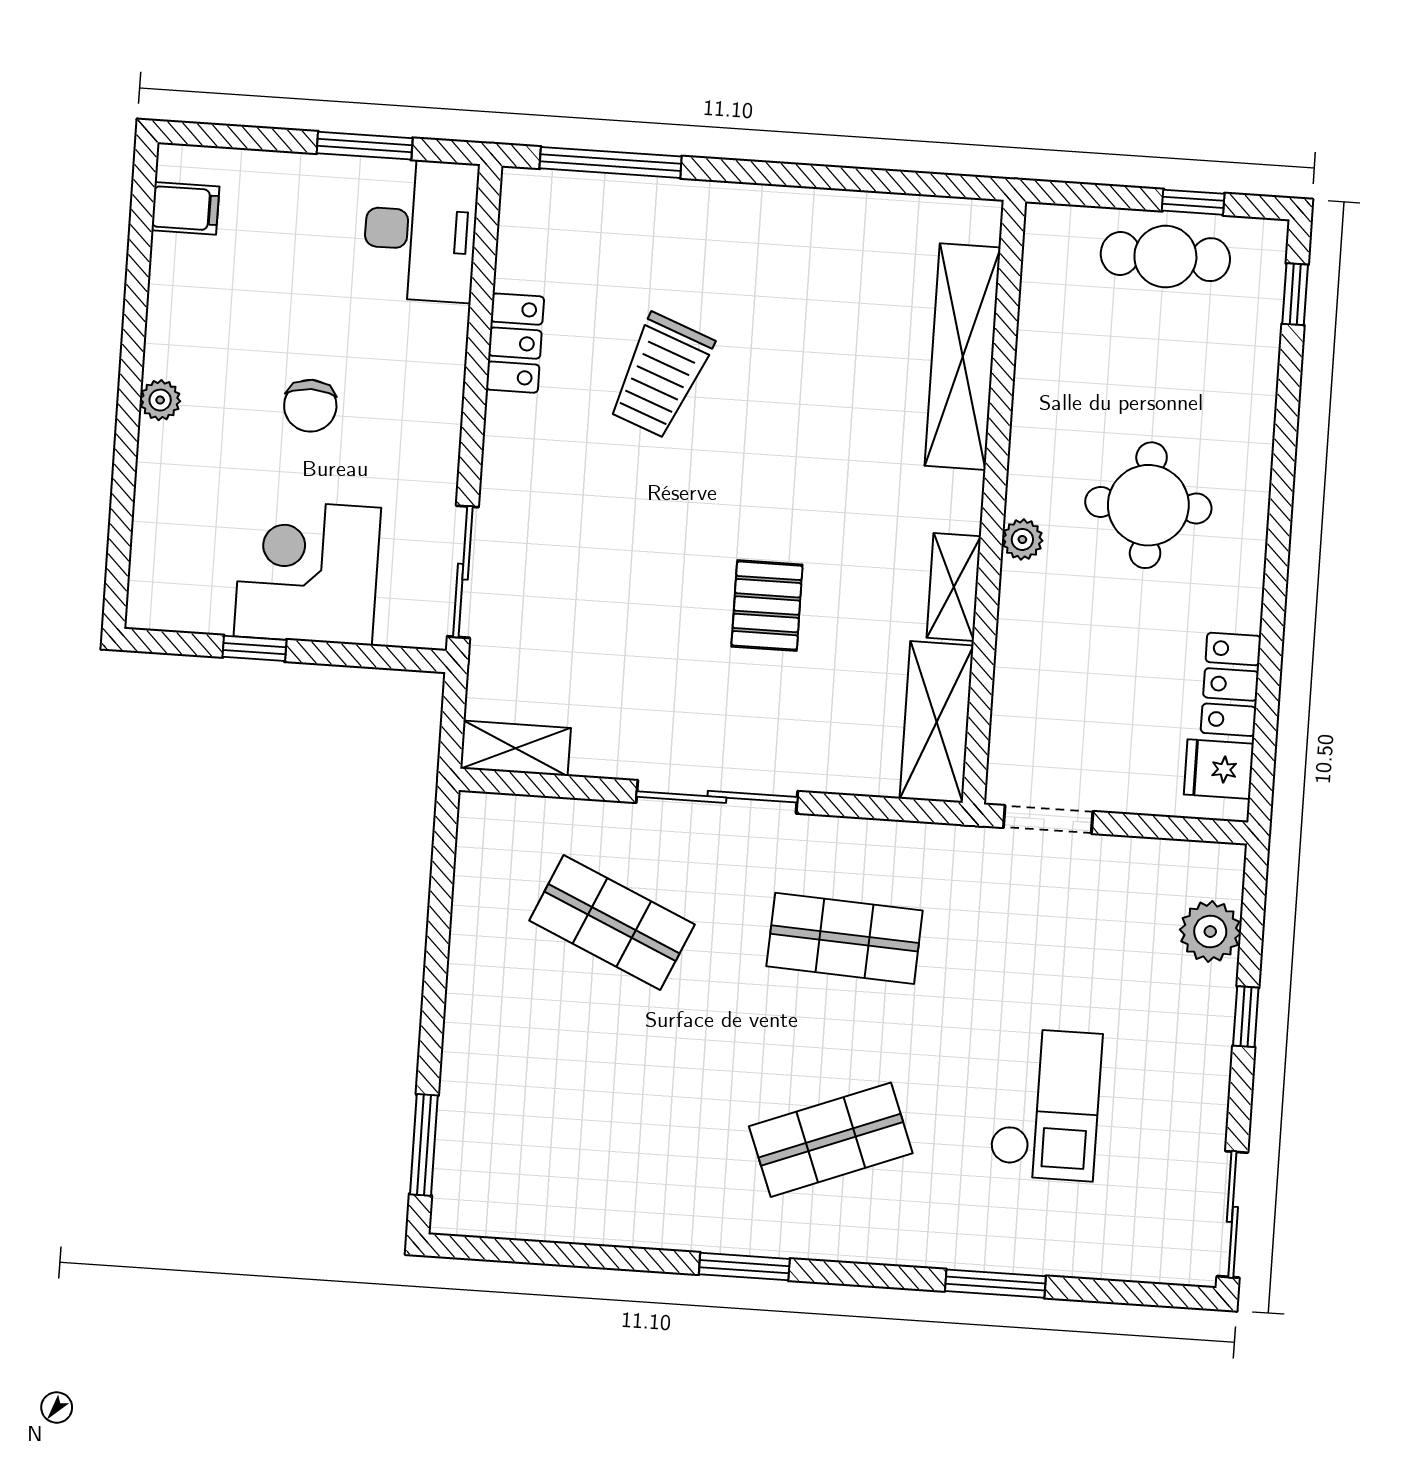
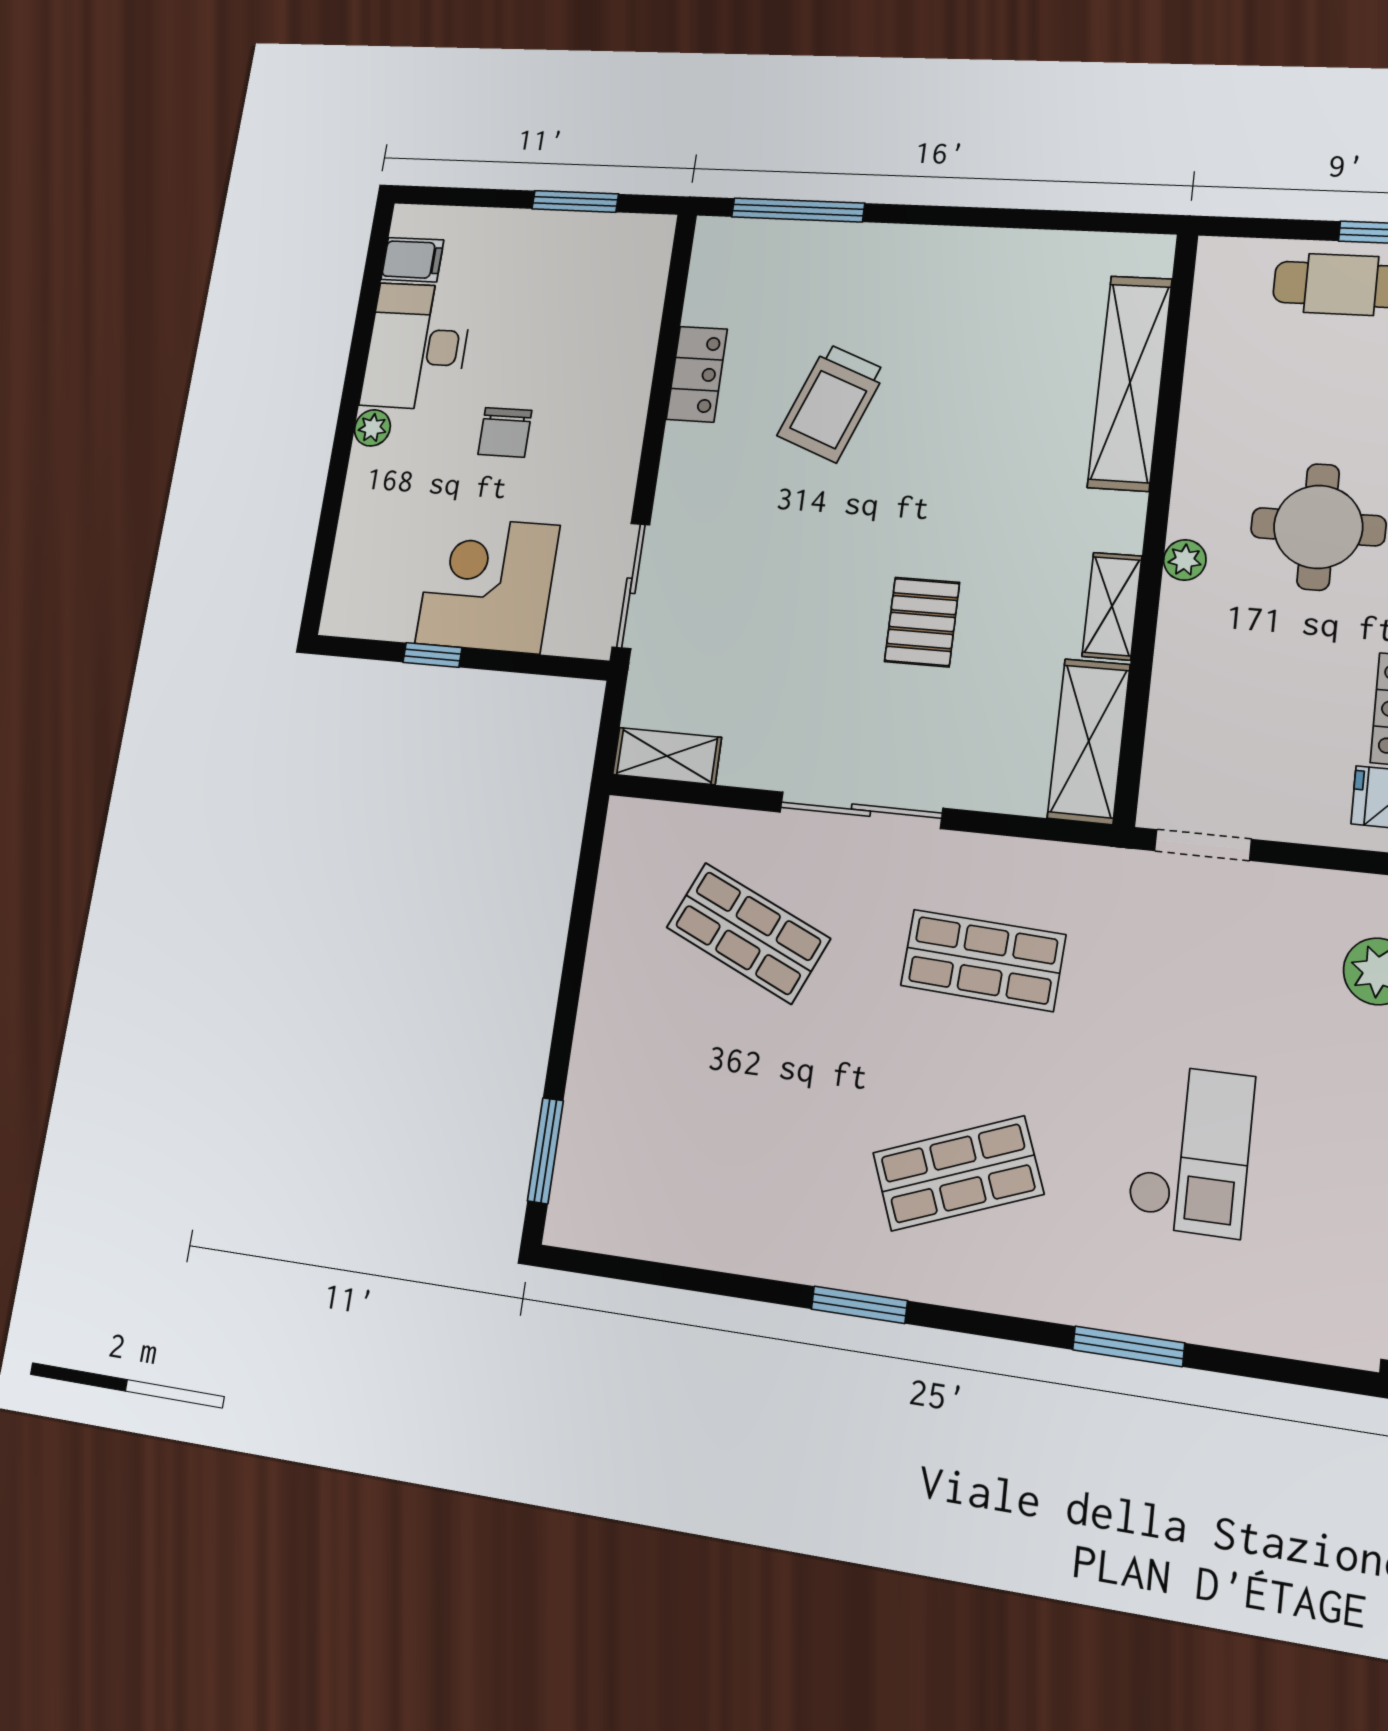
desk: (421, 230) -> (417, 346), moved, turned 180

